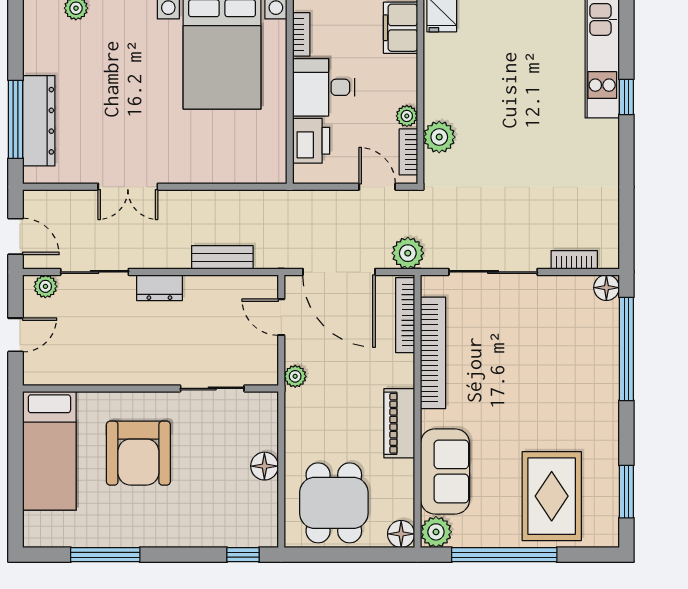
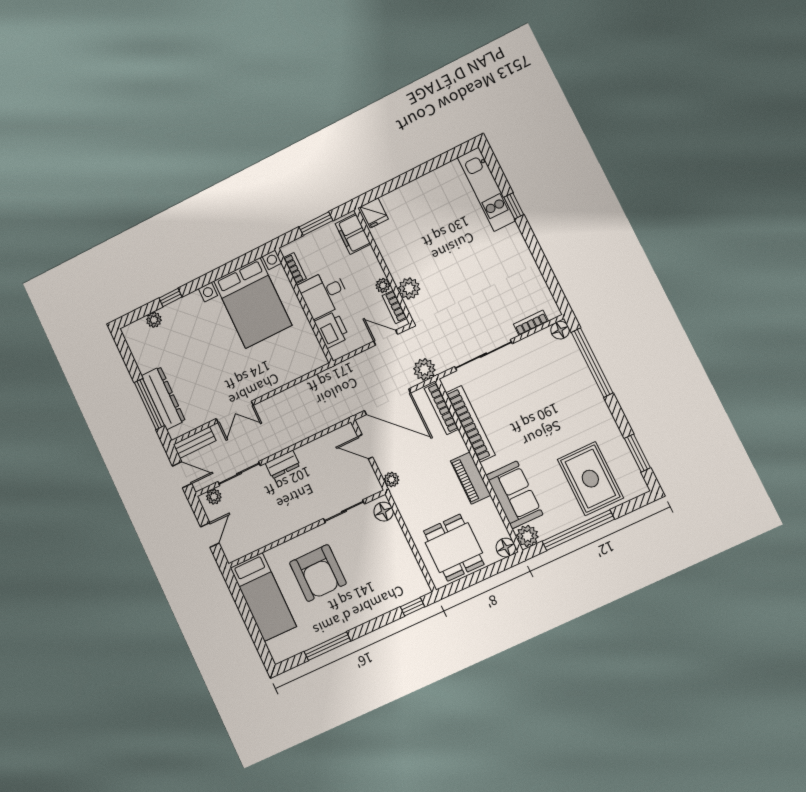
bench: (222, 257) -> (195, 443), moved
floor lamp: (264, 466) -> (384, 512), moved

